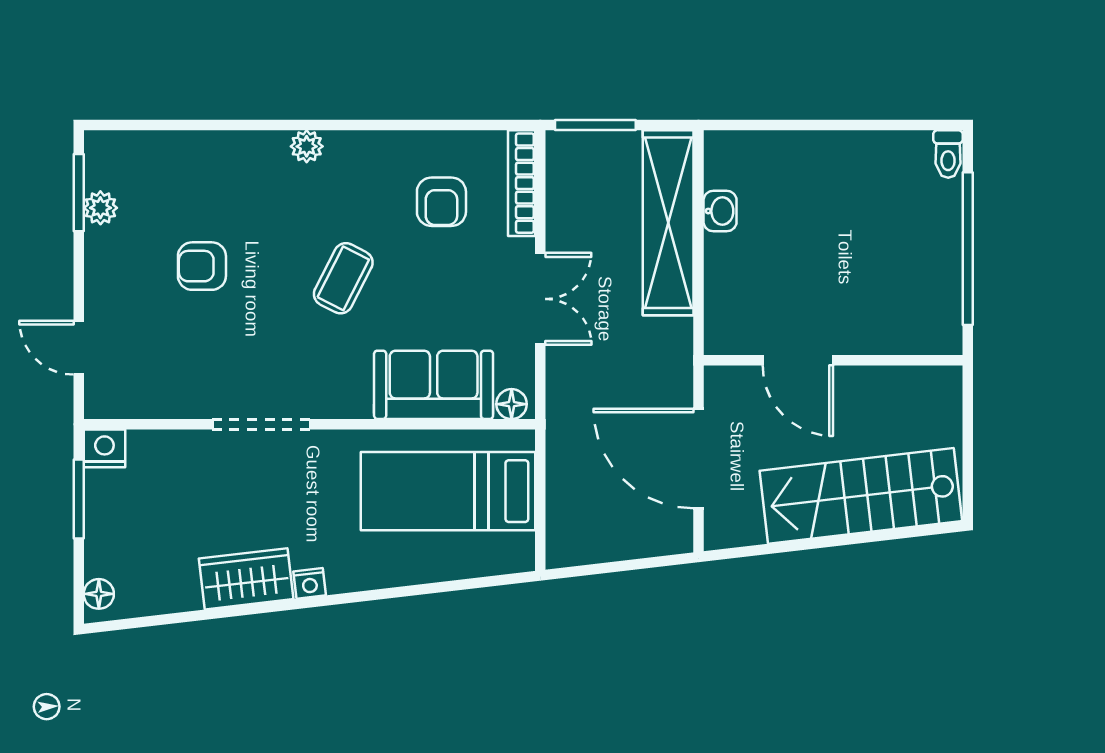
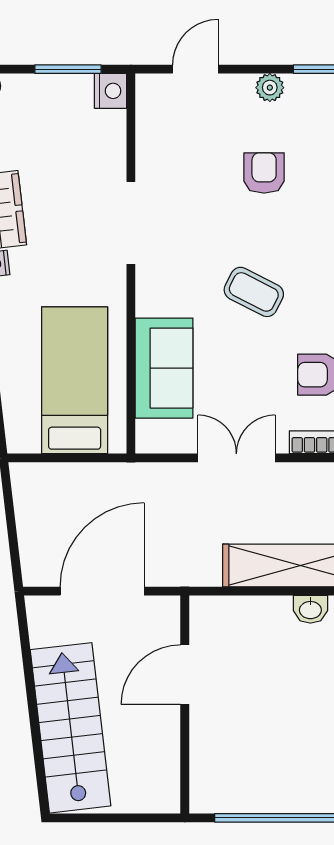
plant: (100, 208) -> (270, 88), moved
double door: (540, 299) -> (236, 458), swing flipped
floor lamp: (512, 404) -> (148, 434), removed

